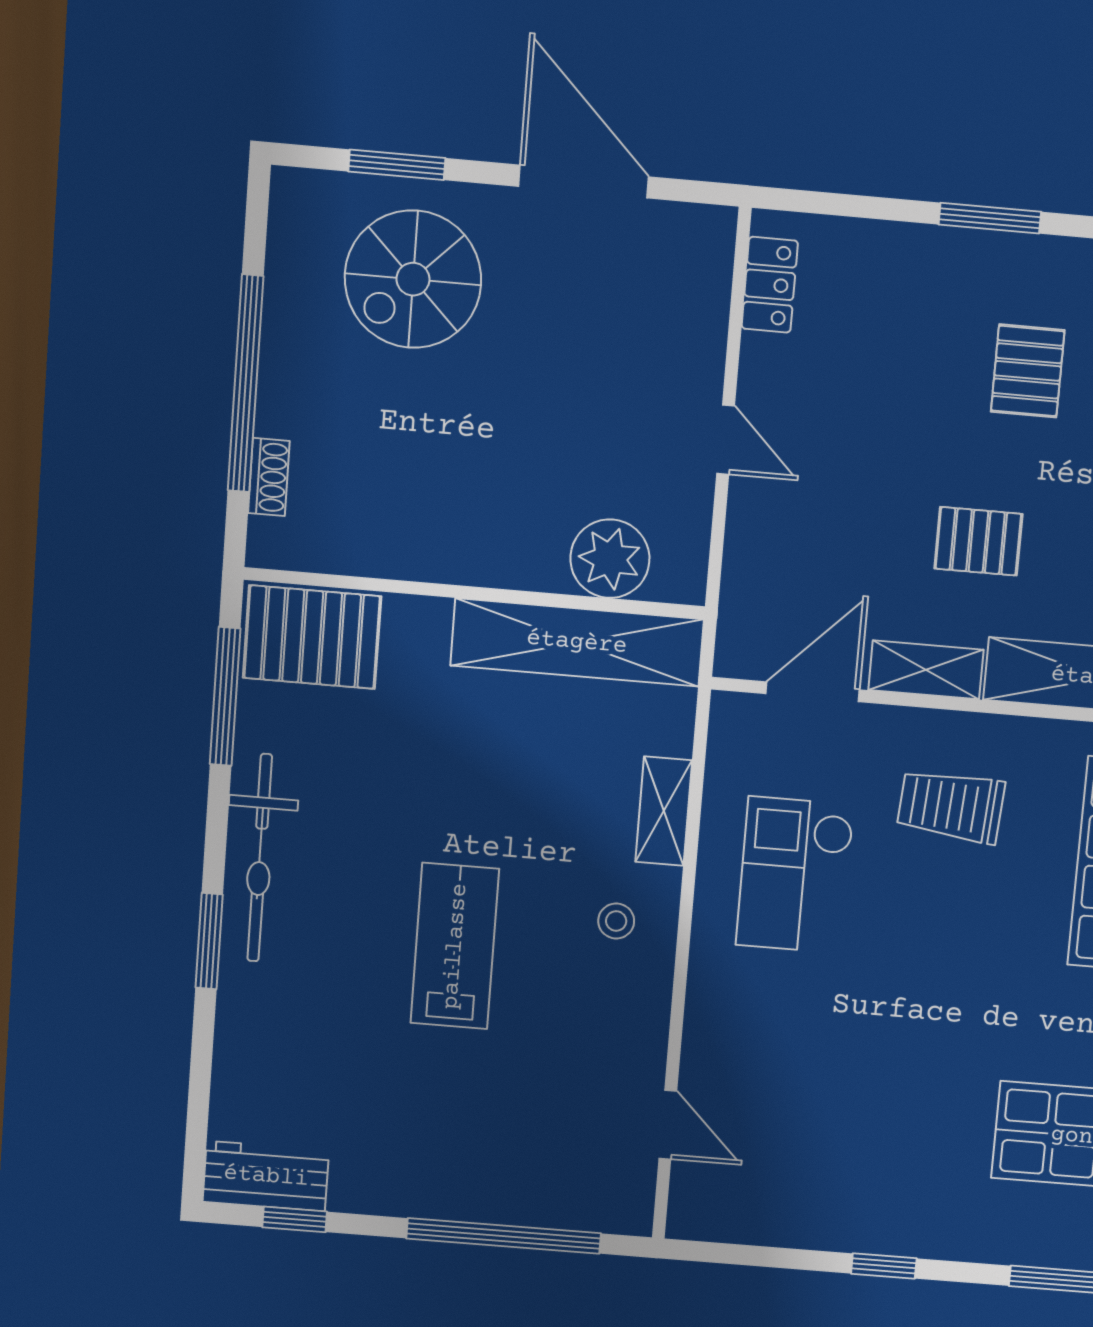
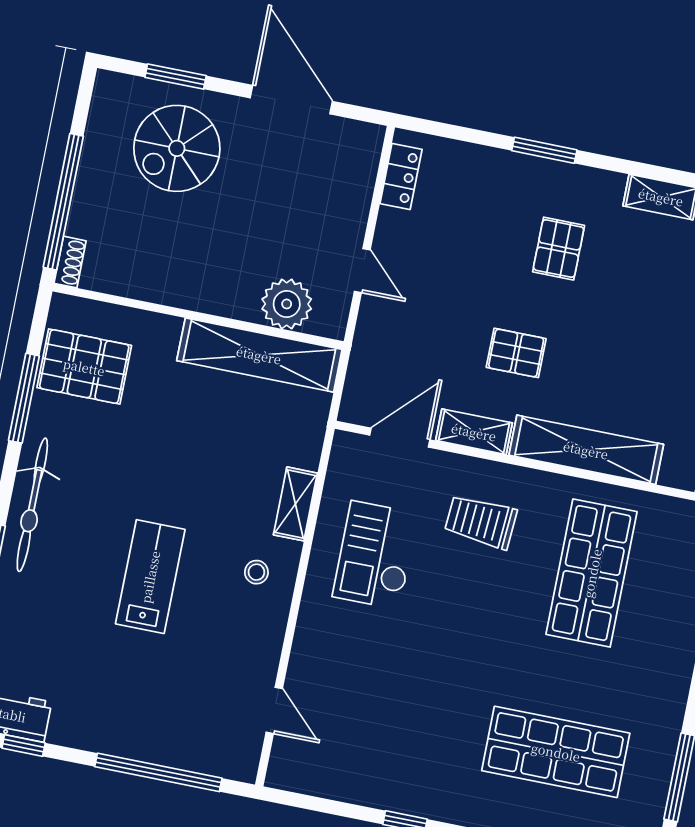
plant: (610, 559) -> (287, 304), moved
wall: (475, 593) -> (198, 316), moved
shelving: (577, 642) -> (259, 355), moved

